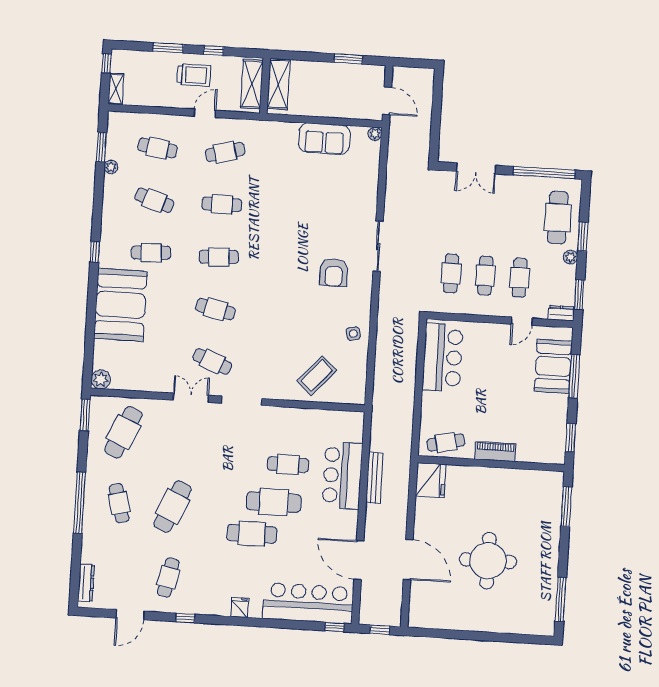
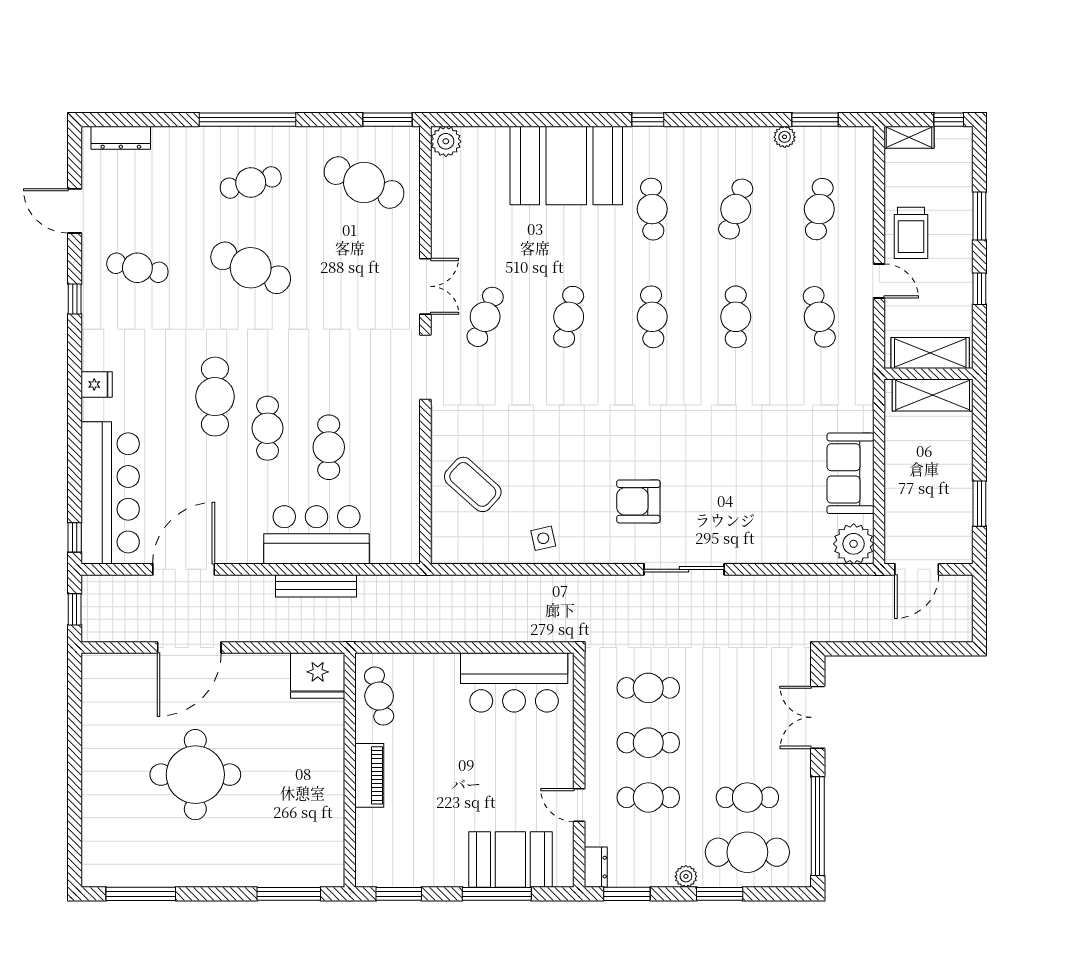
trolley: (194, 75) -> (911, 233), moved
plant: (375, 134) -> (854, 544), width x1.87, depth x1.87
cafe table: (523, 216) -> (747, 797), added
cafe table: (274, 502) -> (268, 428), width x0.73, depth x0.74

